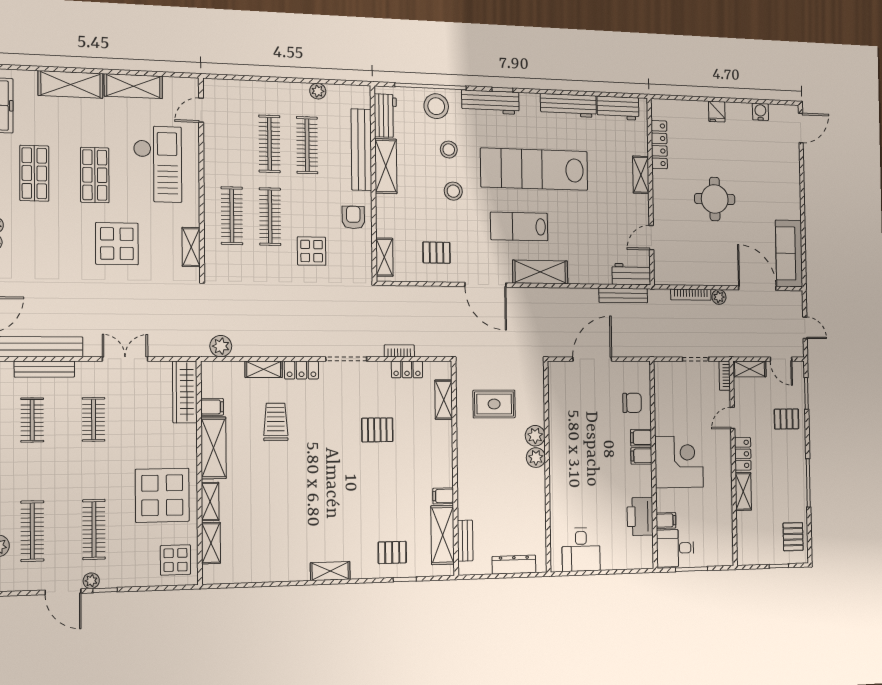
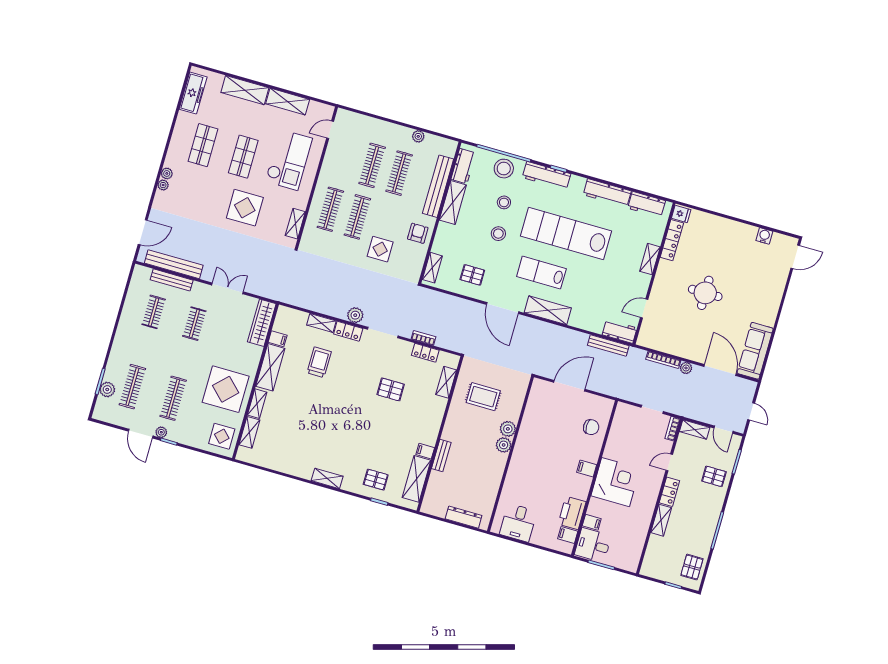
fridge: (717, 112) -> (681, 214), moved, turned -90
plant: (221, 346) -> (355, 315), moved
filing cabinet: (641, 438) -> (568, 535), moved
bench: (465, 541) -> (441, 456), moved

